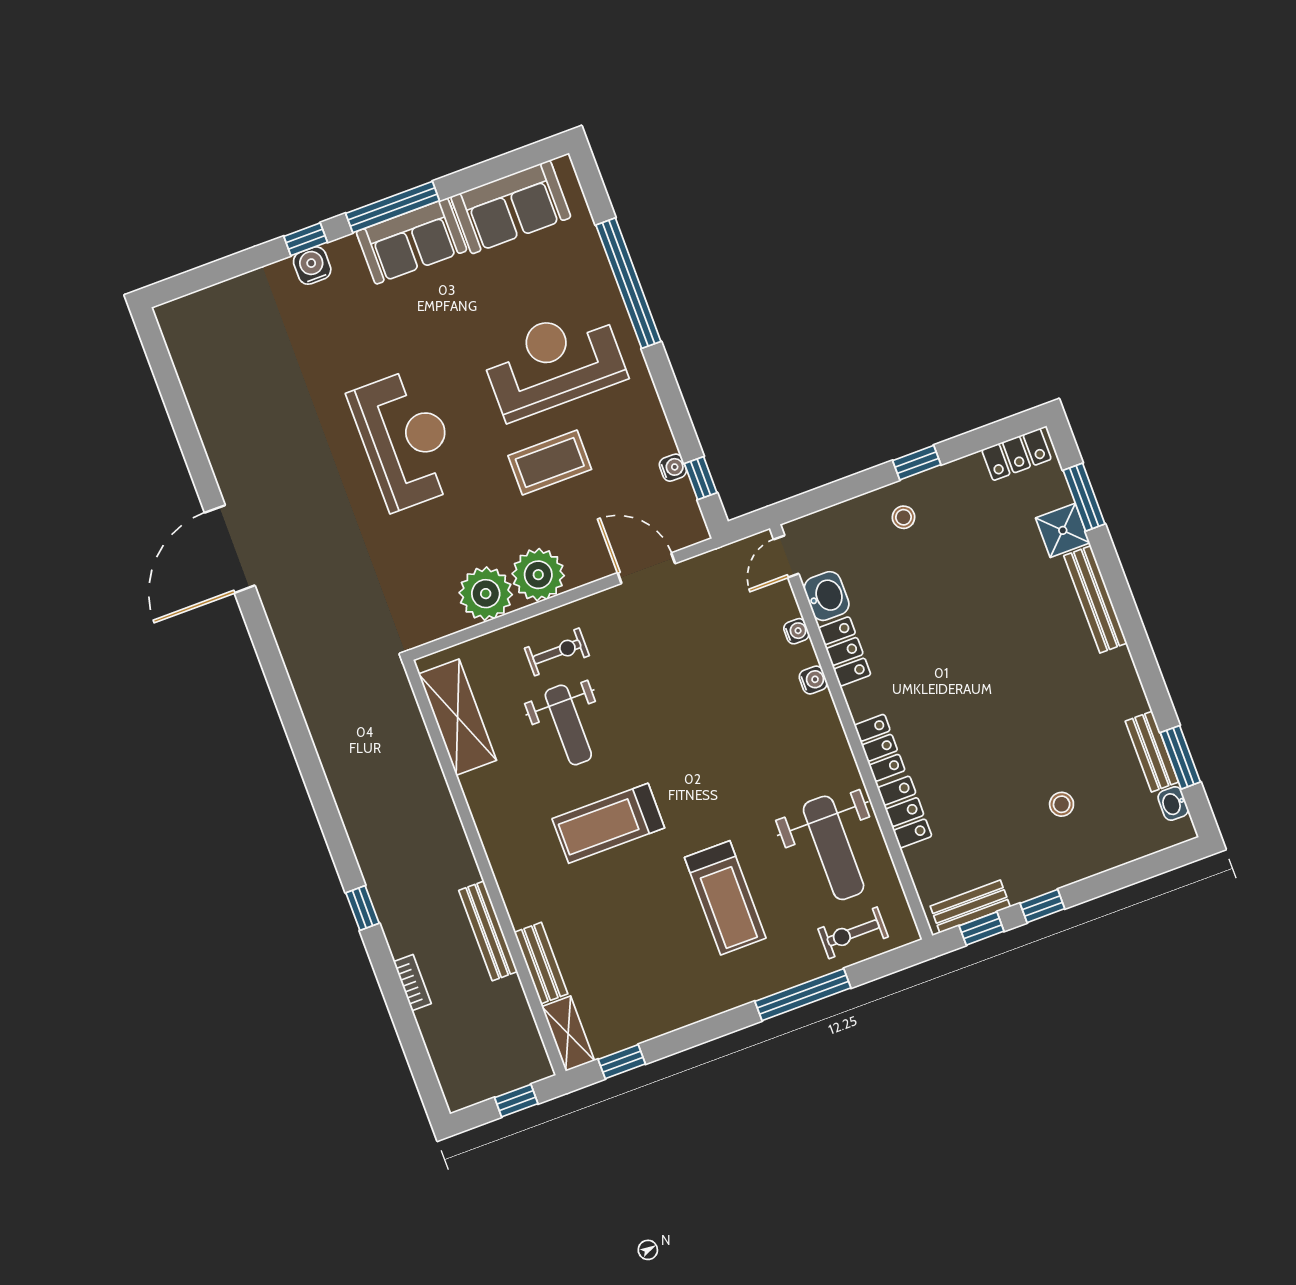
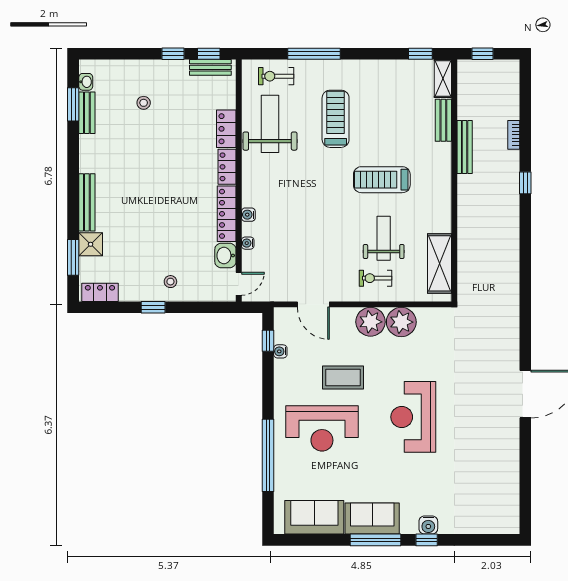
locker: (845, 651) -> (227, 214), width x1.53
treadmill: (608, 823) -> (382, 180), turned 180
exercise bike: (853, 933) -> (276, 76), turned 180

